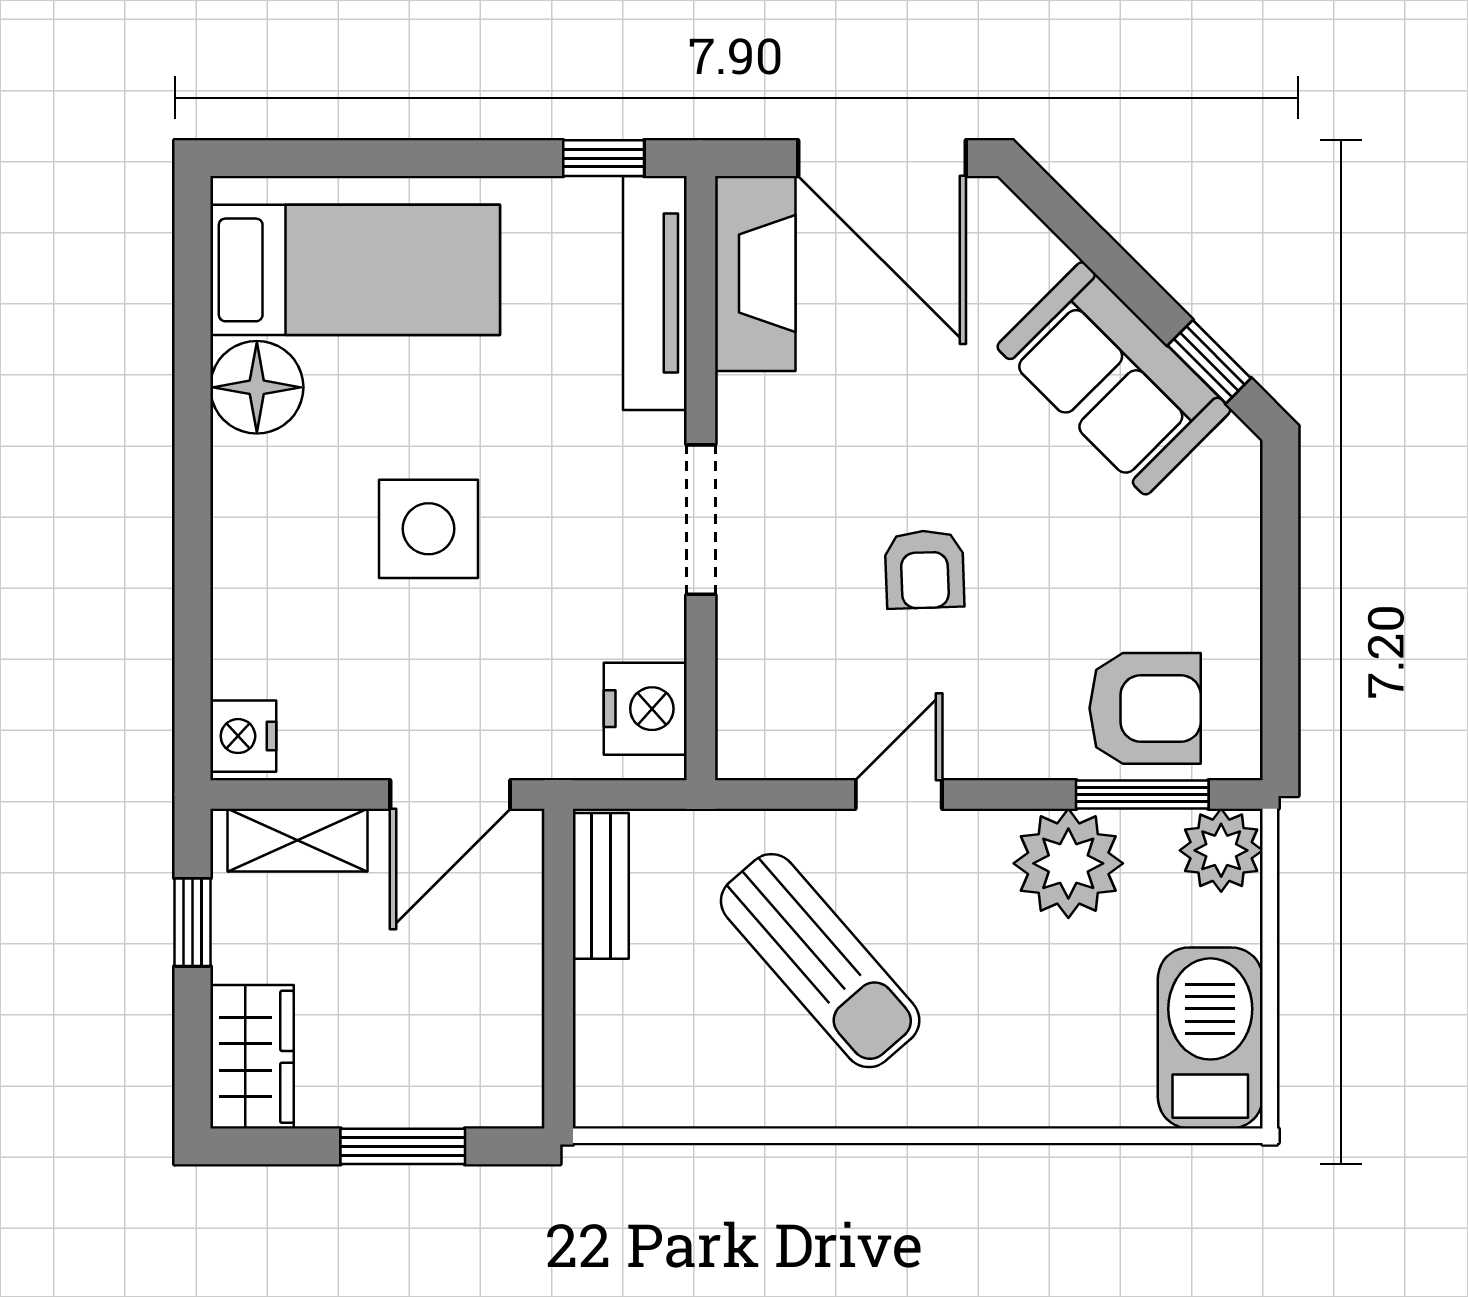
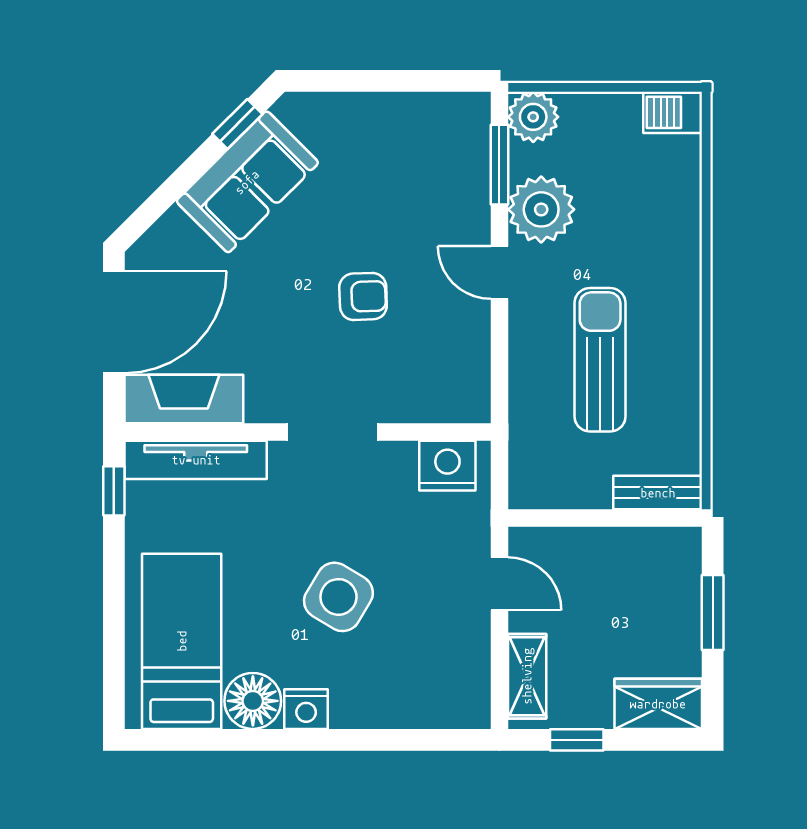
side table: (428, 529) -> (338, 597), turned 31
armchair: (1145, 708) -> (447, 163), removed
nightstand: (243, 736) -> (306, 709), moved
door: (450, 794) -> (499, 584), width x0.73
door: (899, 794) -> (499, 273), moved
bench: (601, 886) -> (658, 493), moved
sun lounger: (820, 961) -> (600, 360), turned -49
barbecue: (1210, 1038) -> (673, 112), width x0.53, depth x0.65

